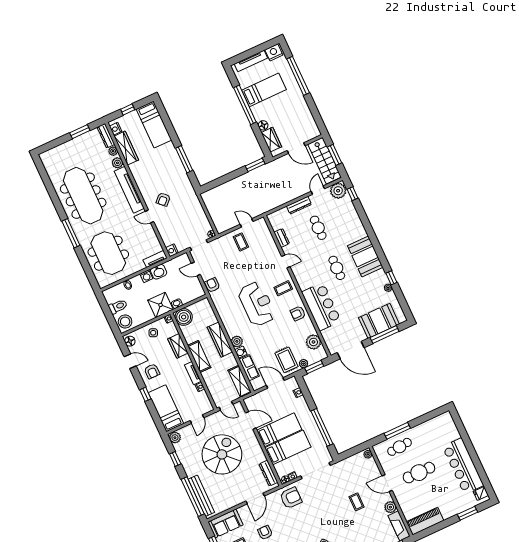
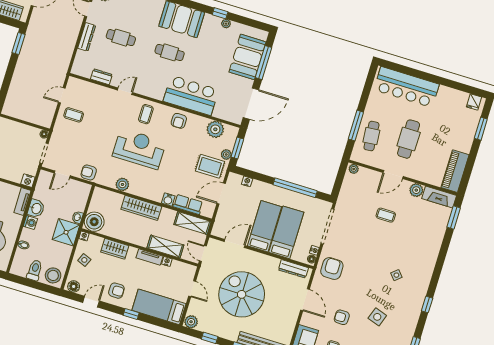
plant: (237, 341) -> (122, 184), moved
shelving: (199, 357) -> (165, 247), moved
door: (226, 406) -> (203, 253), swing flipped
bar counter: (463, 466) -> (407, 87), moved

